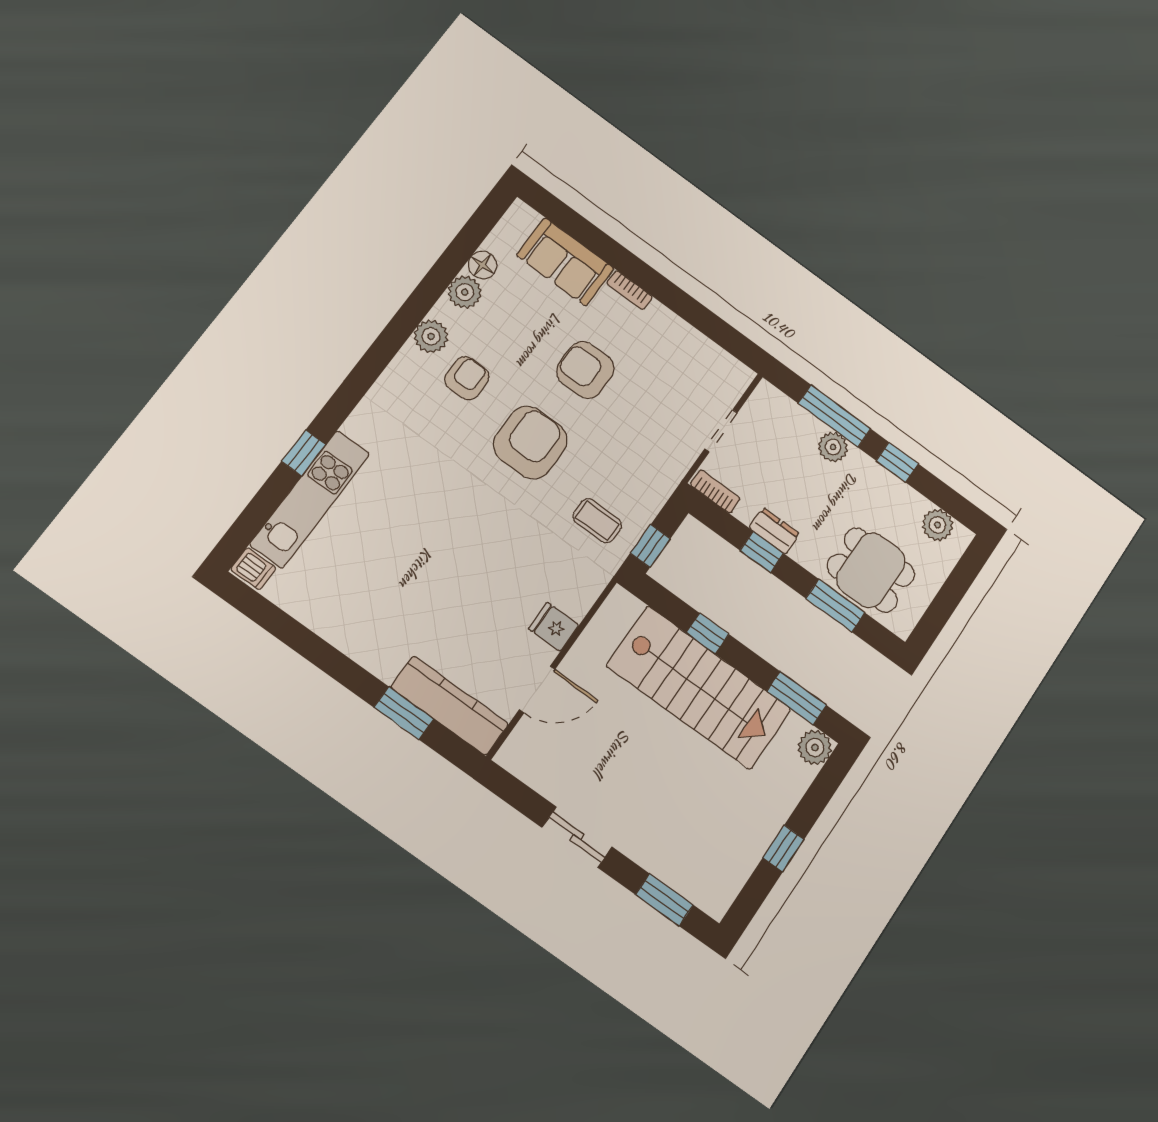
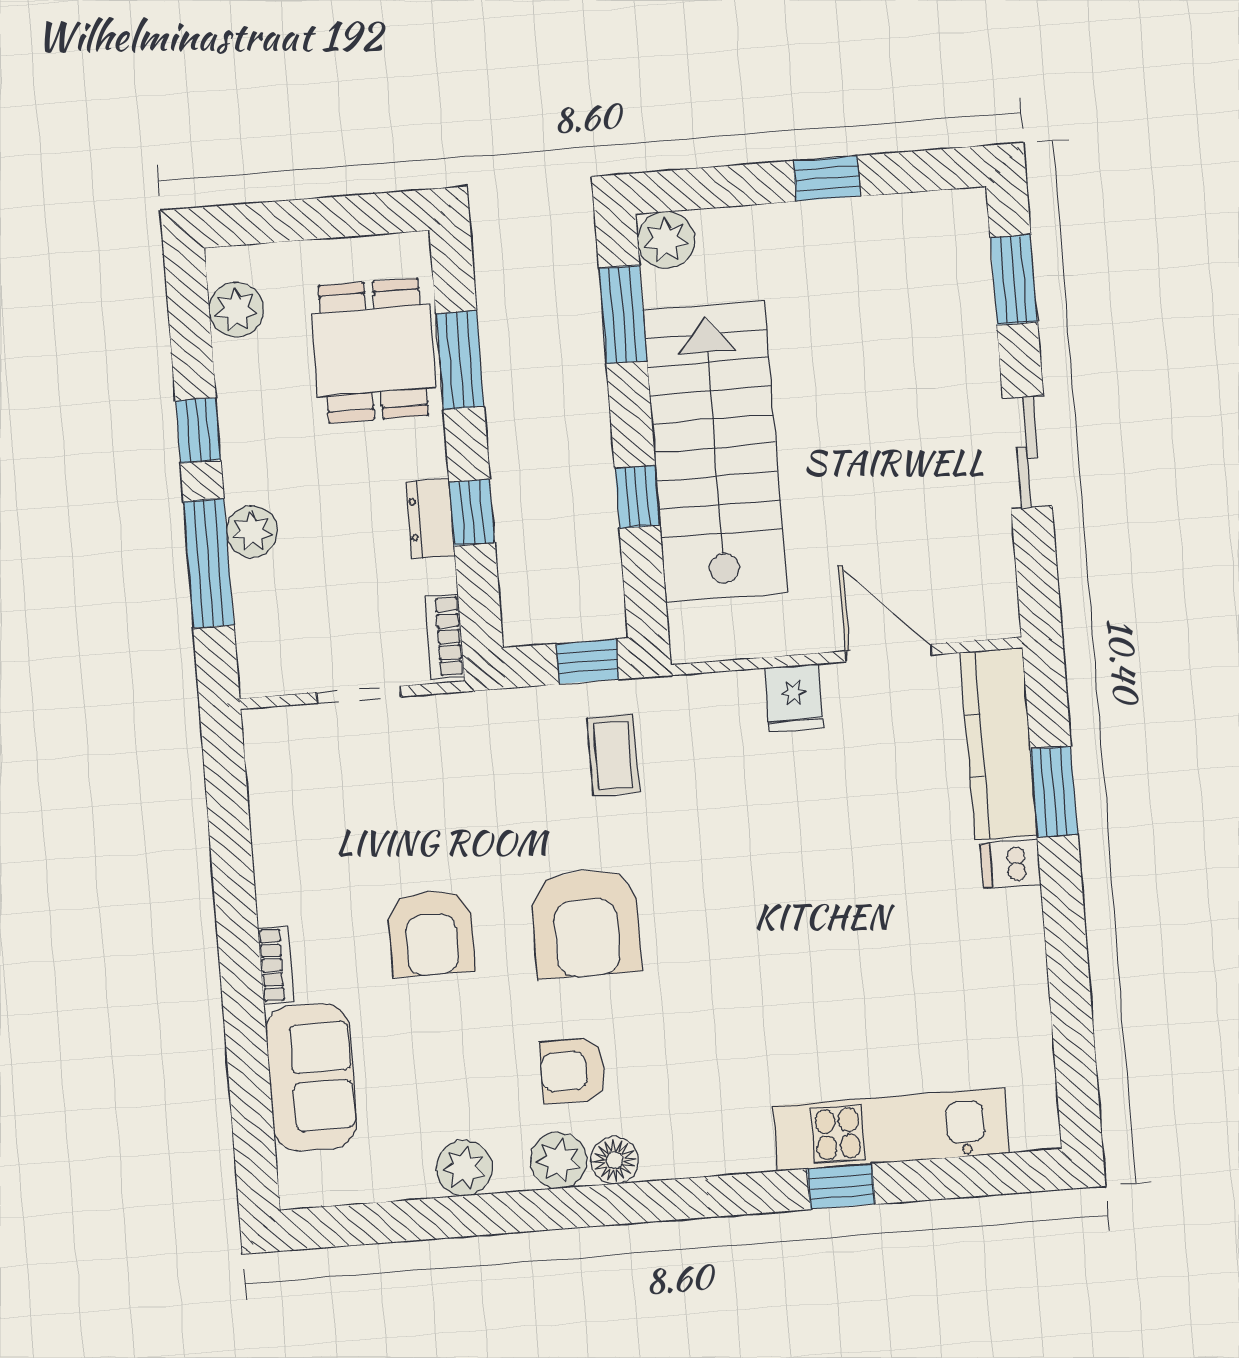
floor lamp: (482, 265) -> (614, 1160), moved
armchair: (530, 442) -> (586, 923), turned -90
dishwasher: (253, 569) -> (1011, 864), moved, turned -90

